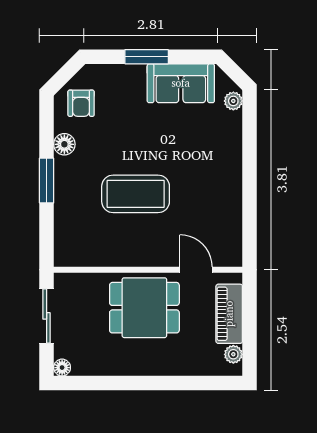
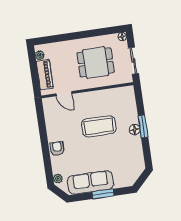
sofa: (181, 83) -> (91, 182), width x1.36
armchair: (81, 103) -> (57, 148), moved
floor lamp: (64, 144) -> (135, 130), moved
dining table: (144, 308) -> (96, 63), moved

